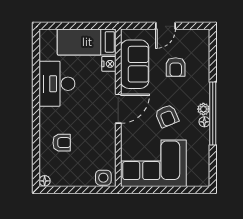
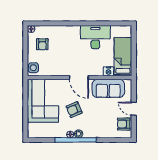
armchair: (176, 67) -> (124, 124), moved
armchair: (62, 143) -> (42, 44), moved

